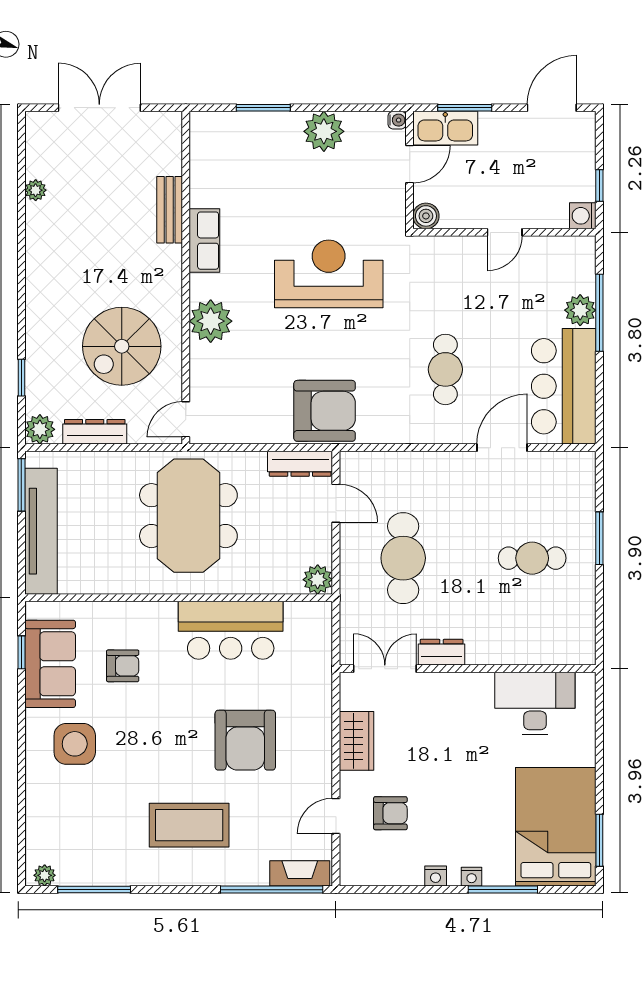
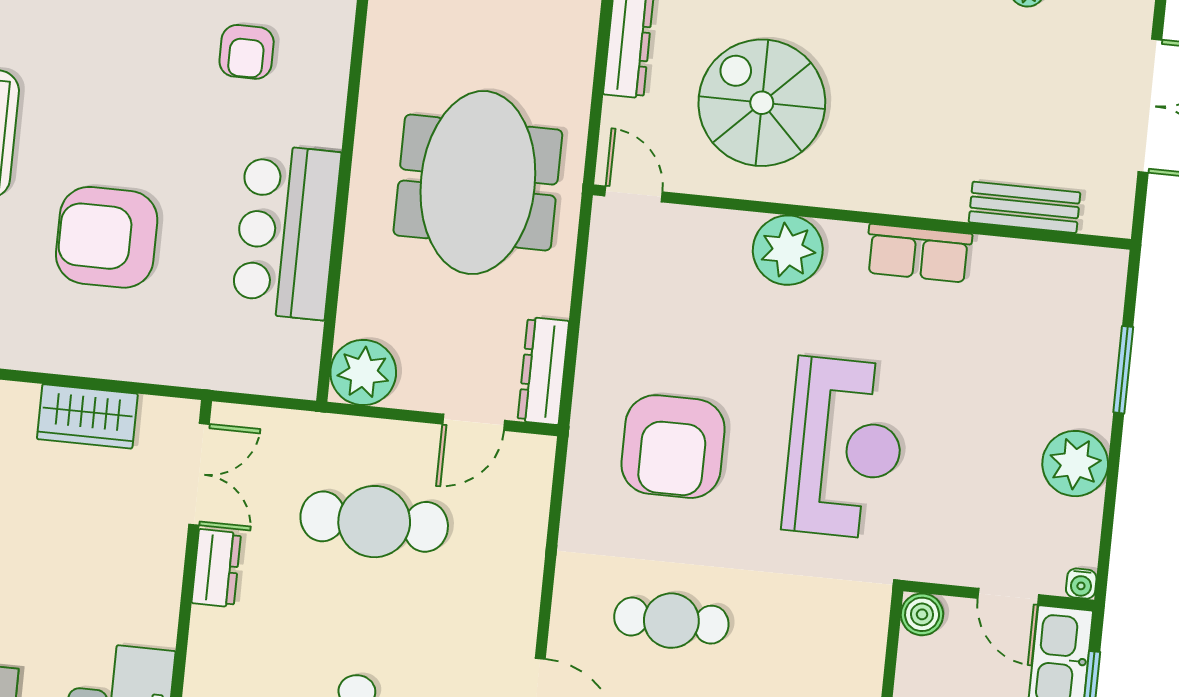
bench: (170, 210) -> (1024, 207), moved
armchair: (325, 411) -> (673, 447), moved
meeting table: (188, 516) -> (478, 183), turned 90
plant: (318, 580) -> (363, 372), width x1.36, depth x1.36

